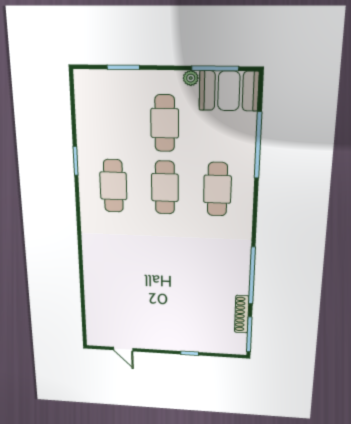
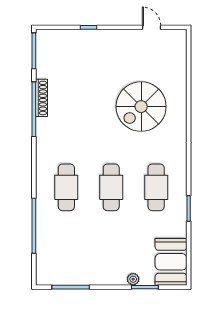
plant: (191, 78) -> (133, 279), moved
booth: (229, 91) -> (171, 262), moved, turned 90
cafe table: (165, 123) -> (111, 242), removed
spiral stairs: (132, 273) -> (141, 107), added
shoe rack: (242, 314) -> (41, 98), moved

